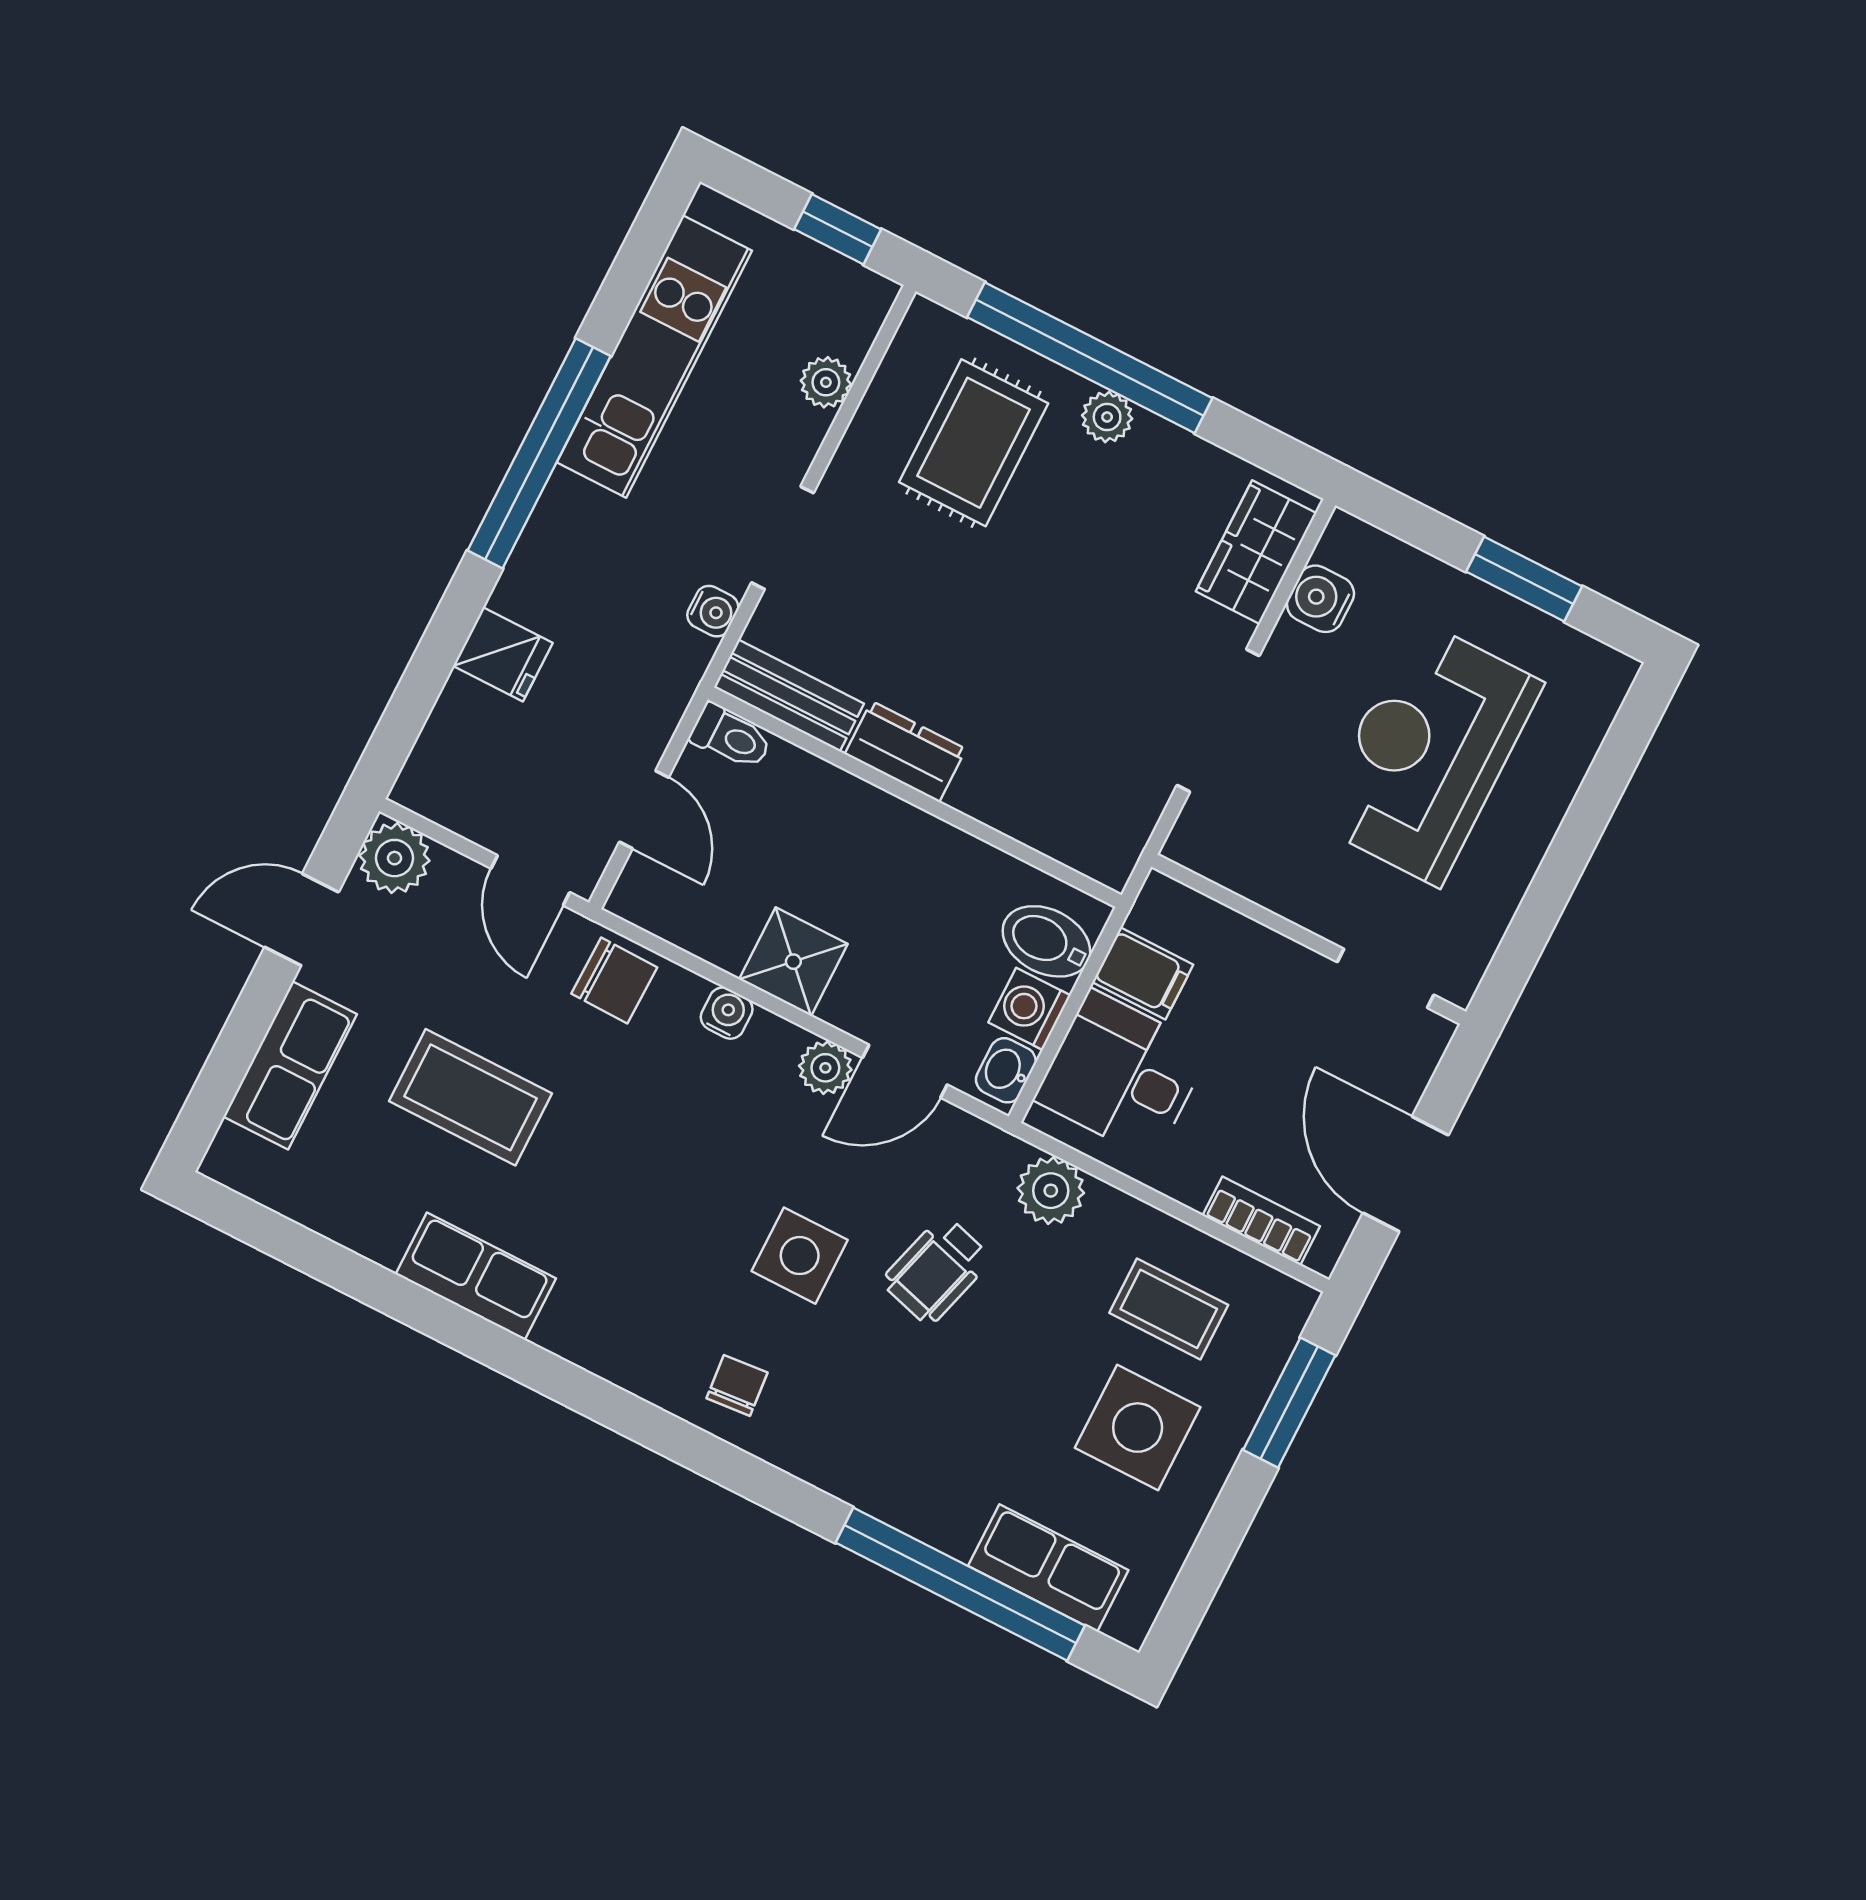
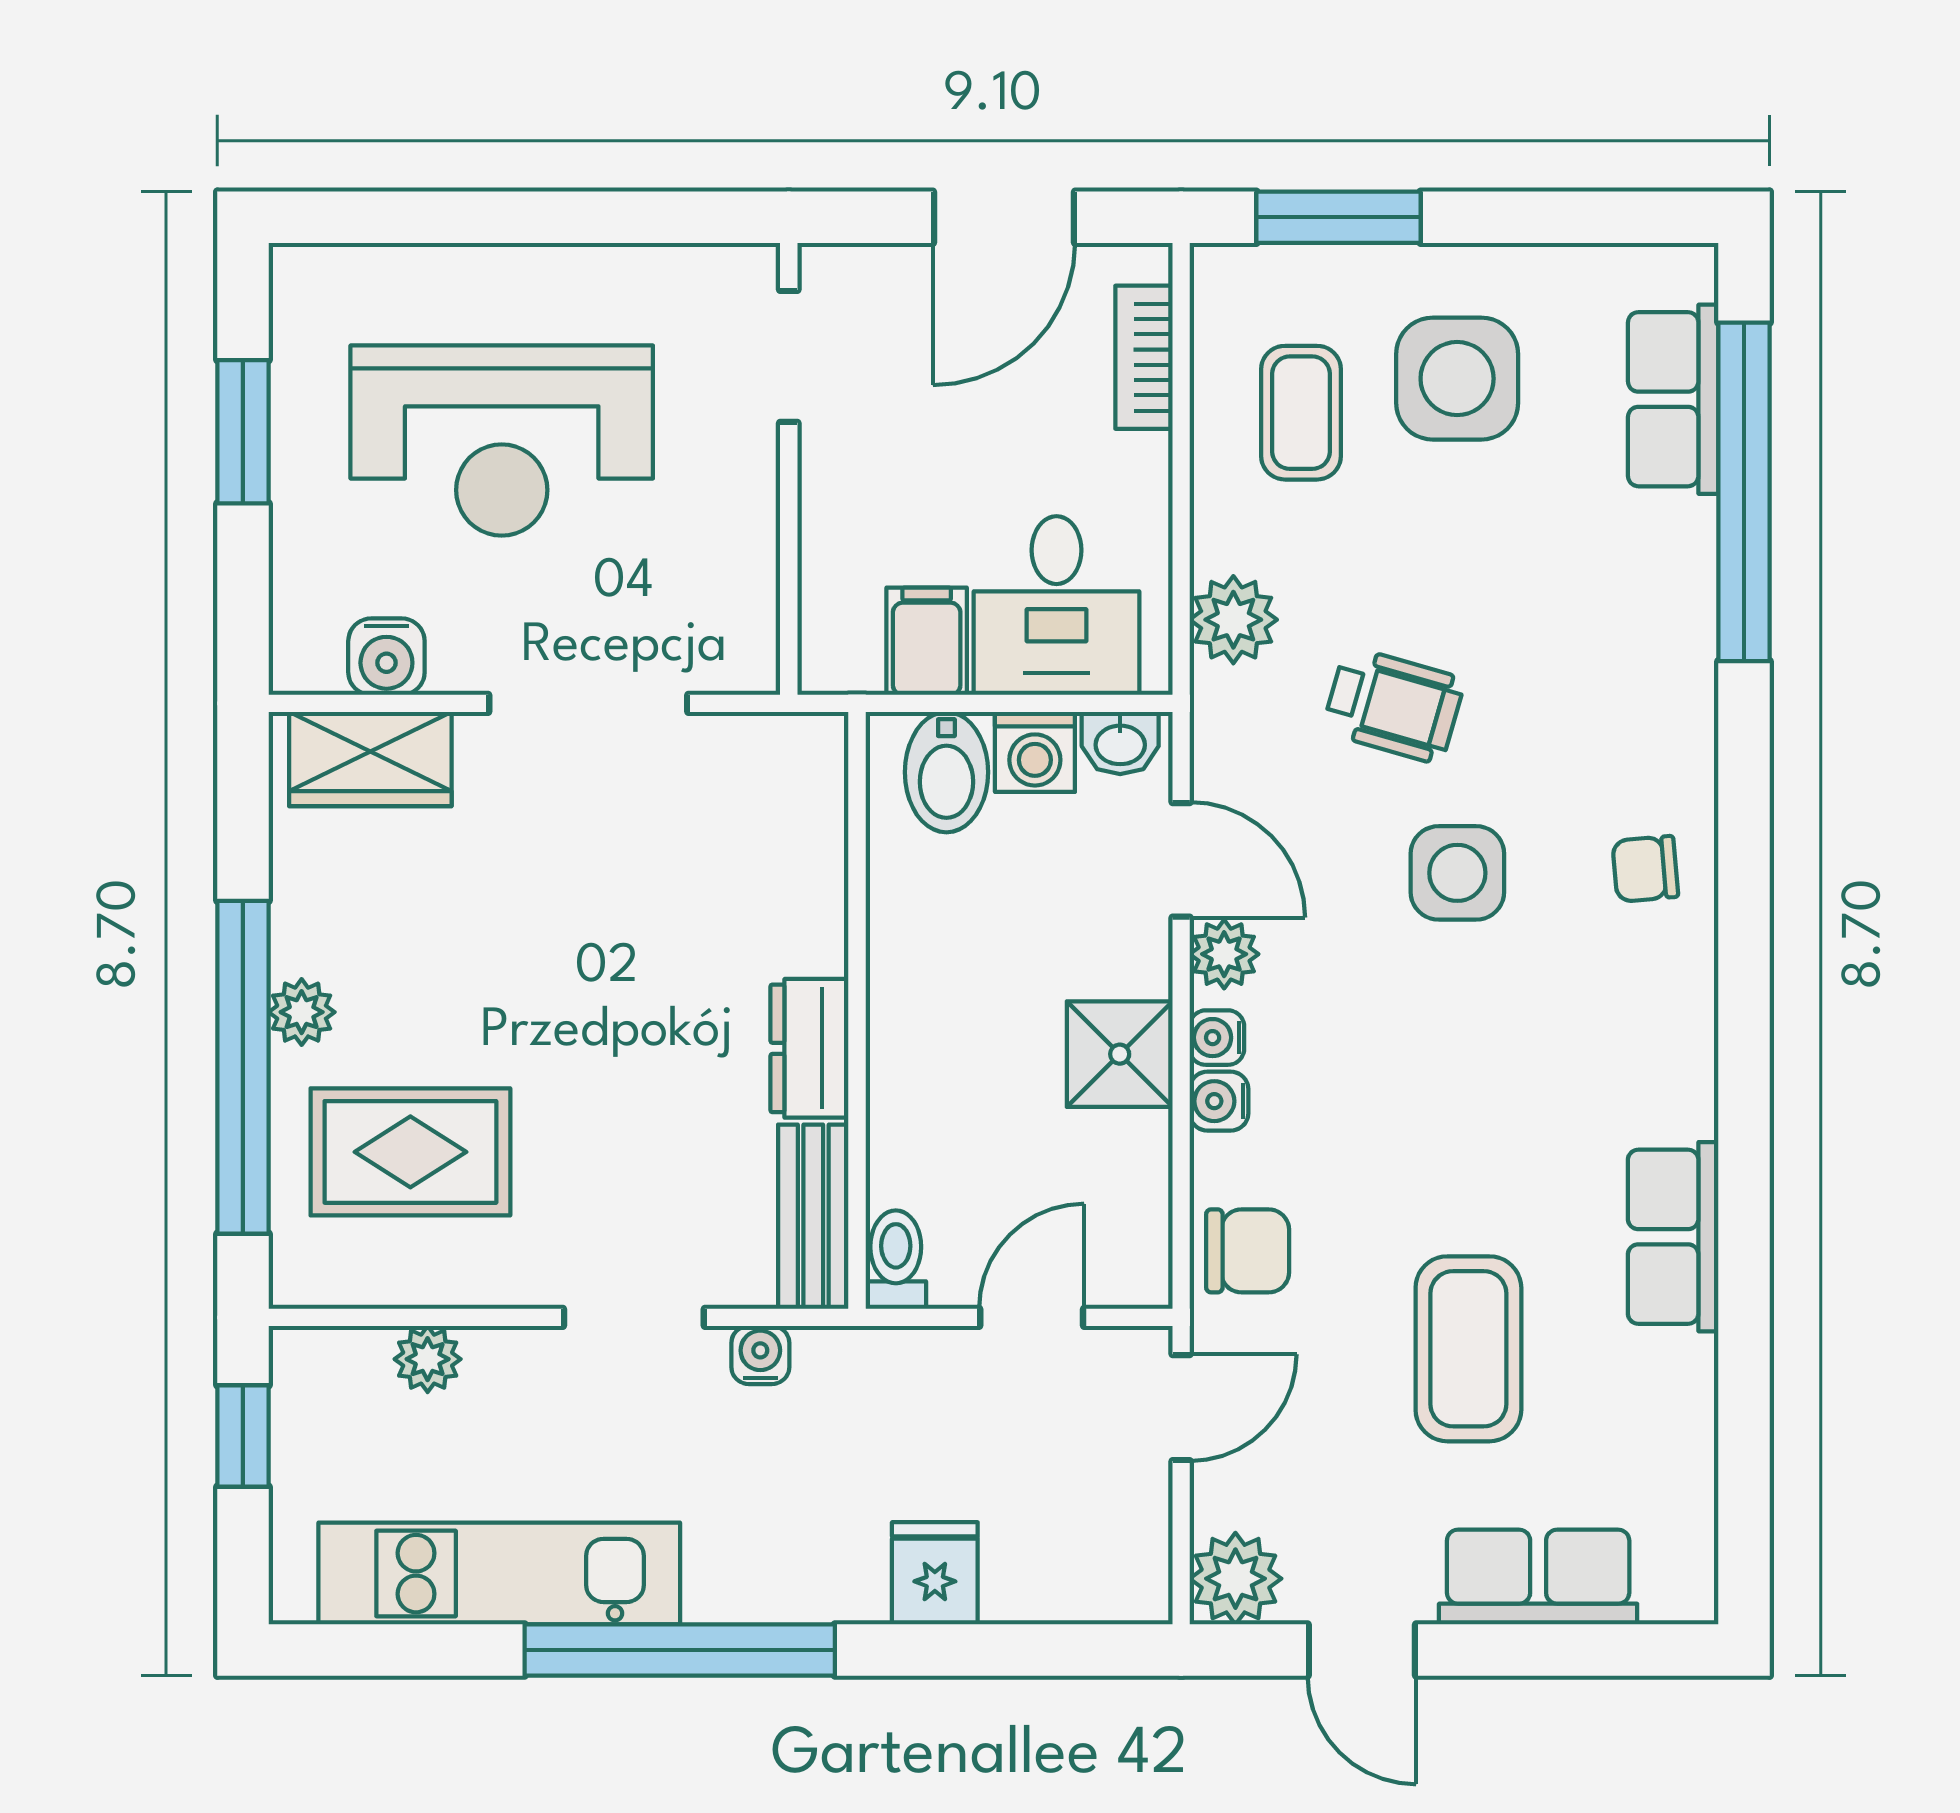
chair: (614, 980) -> (1248, 1251), turned 89
water cooler: (771, 1034) -> (1217, 1038), added

